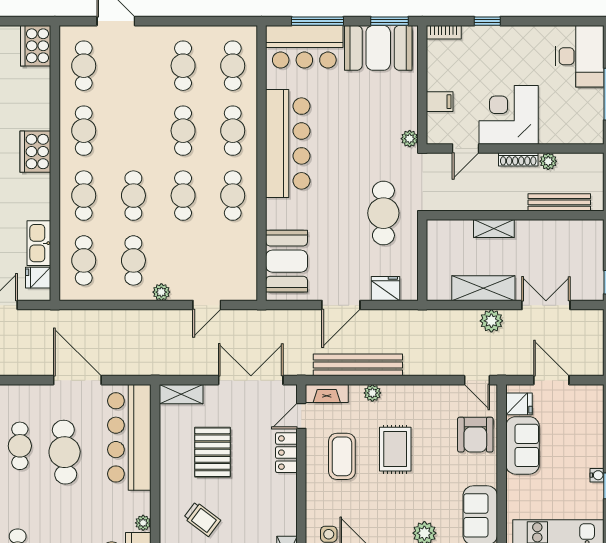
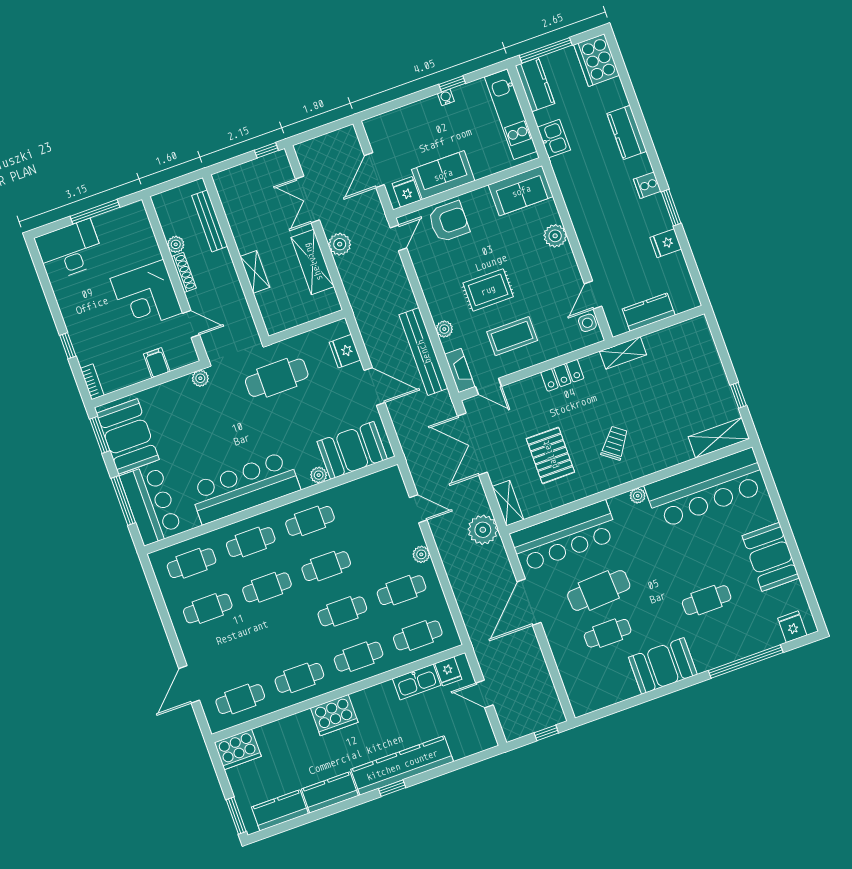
plant: (274, 220) -> (319, 475), added
plant: (164, 361) -> (483, 530), added
pallet: (213, 452) -> (550, 455), turned 90
locker: (286, 453) -> (562, 375), moved

